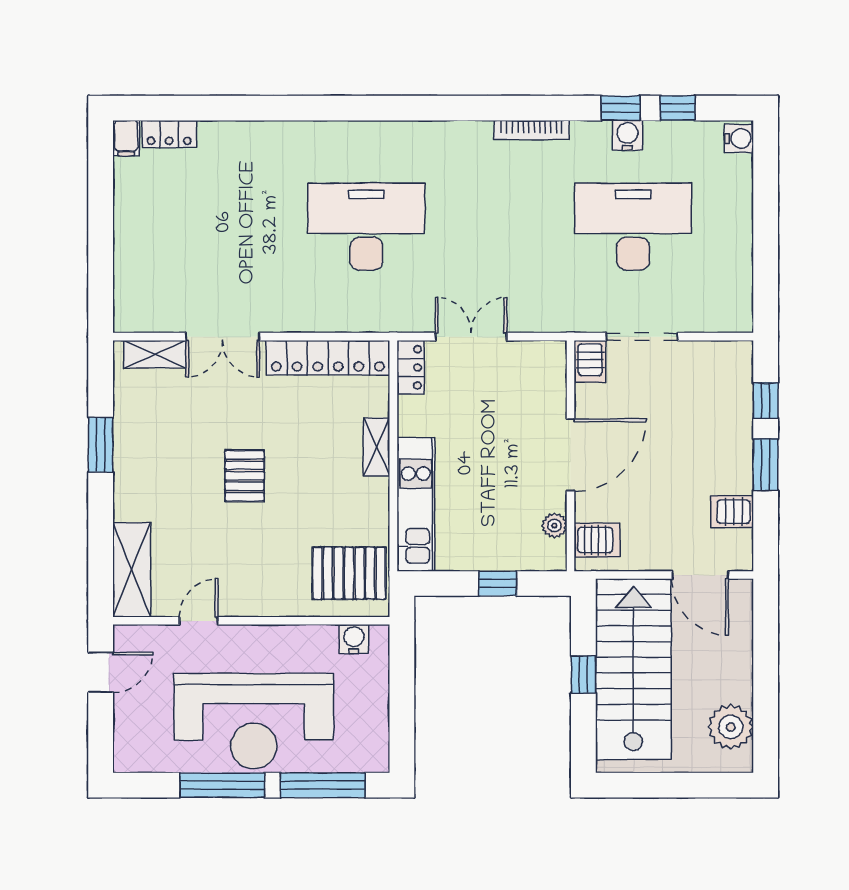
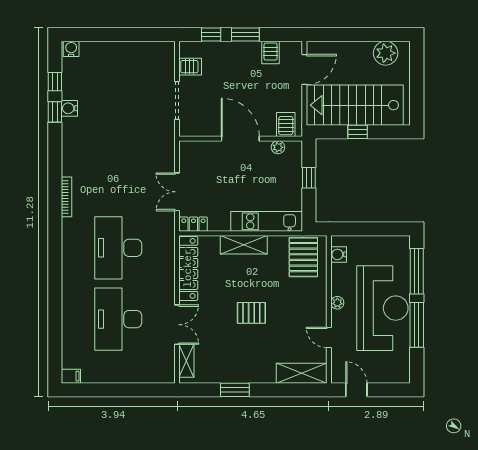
bookcase: (531, 130) -> (67, 197), moved
locker: (169, 134) -> (69, 353), removed
desk: (633, 227) -> (118, 319), moved
server rack: (590, 361) -> (190, 67), moved
shelving: (377, 447) -> (244, 245), width x1.50, depth x1.33
plant: (264, 637) -> (337, 303), added

